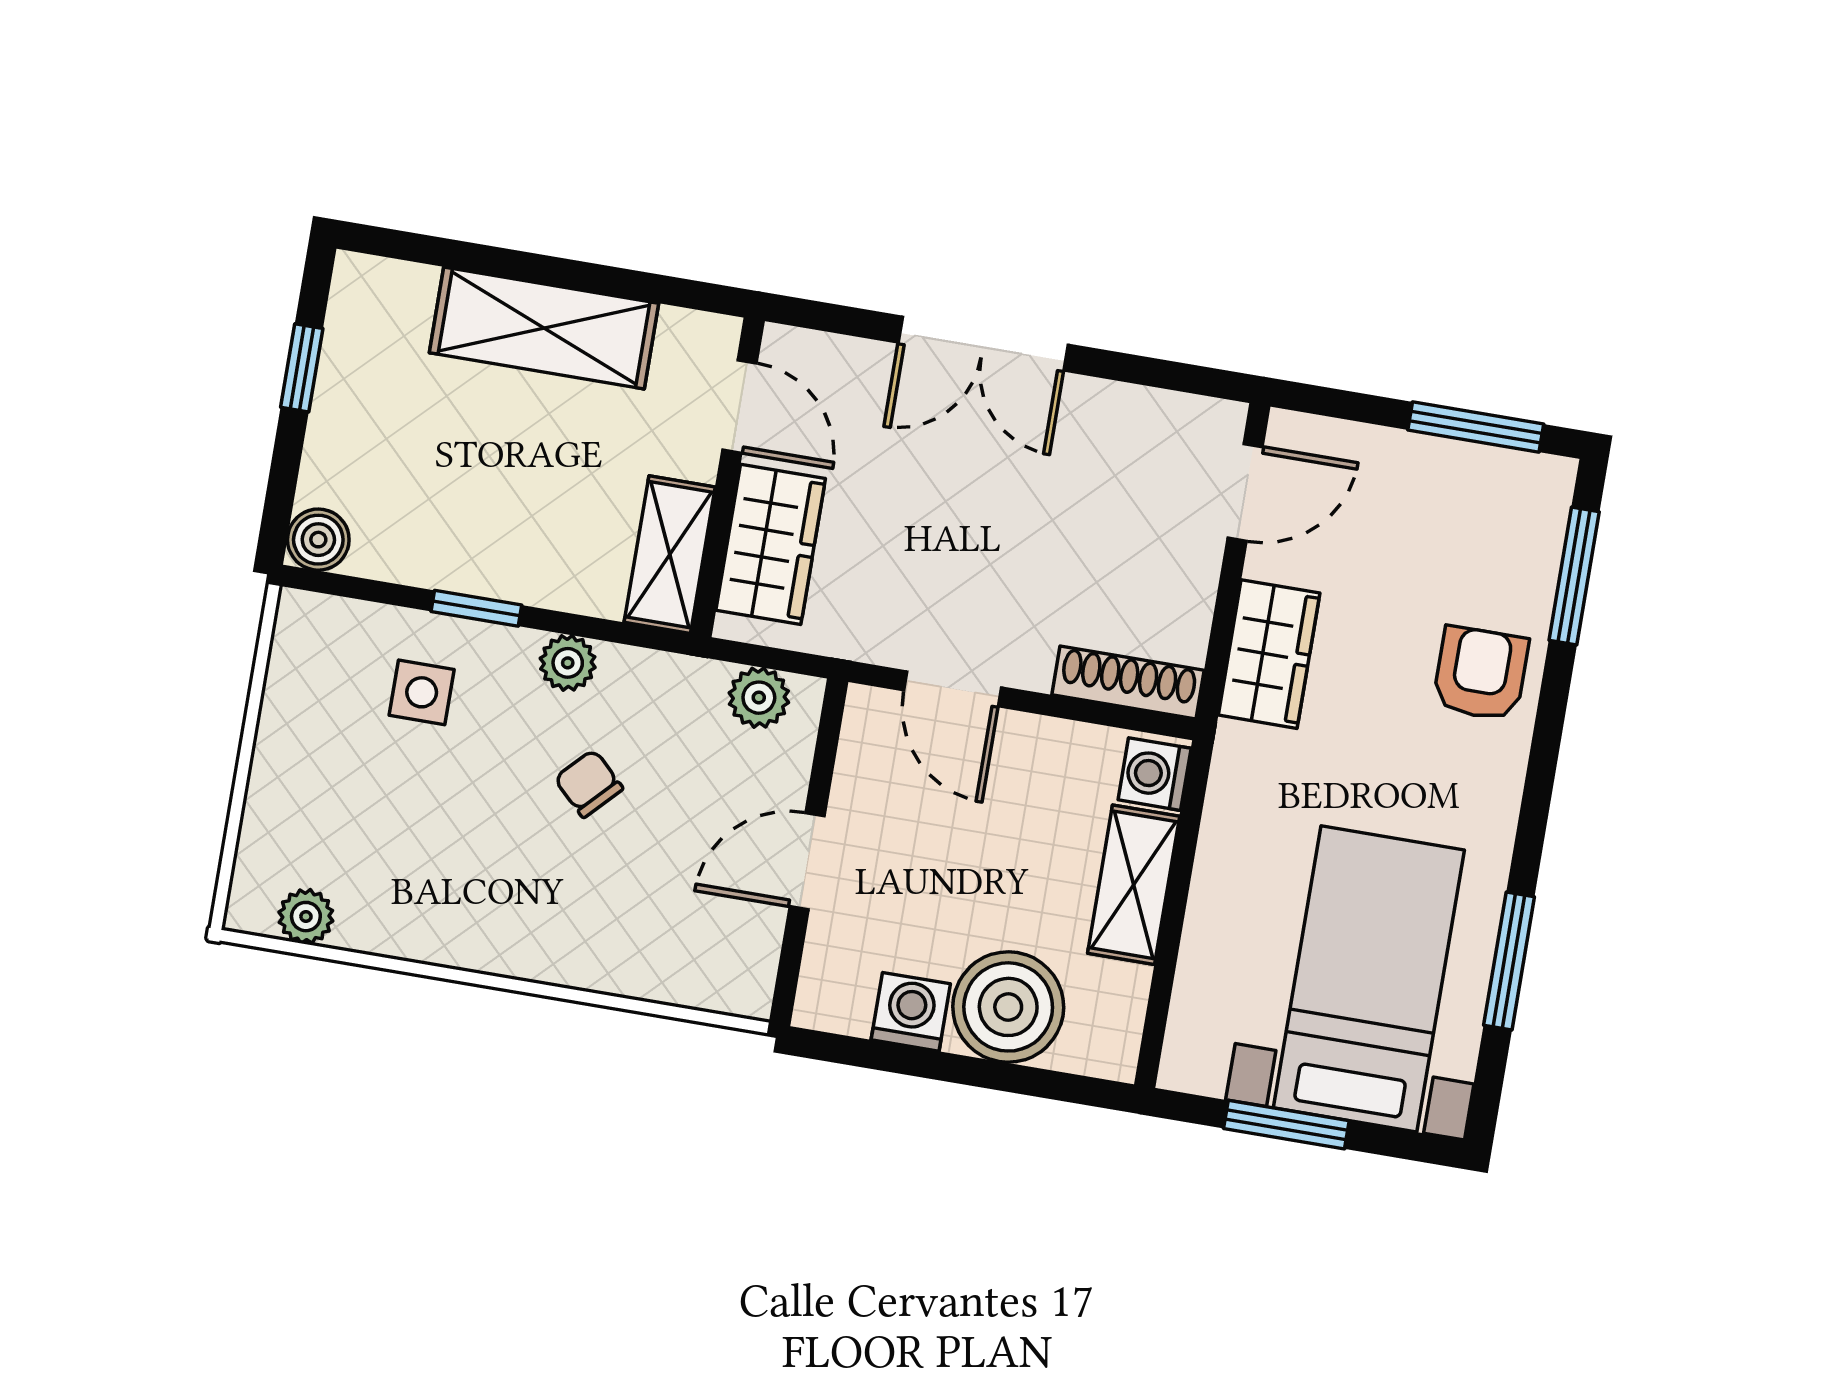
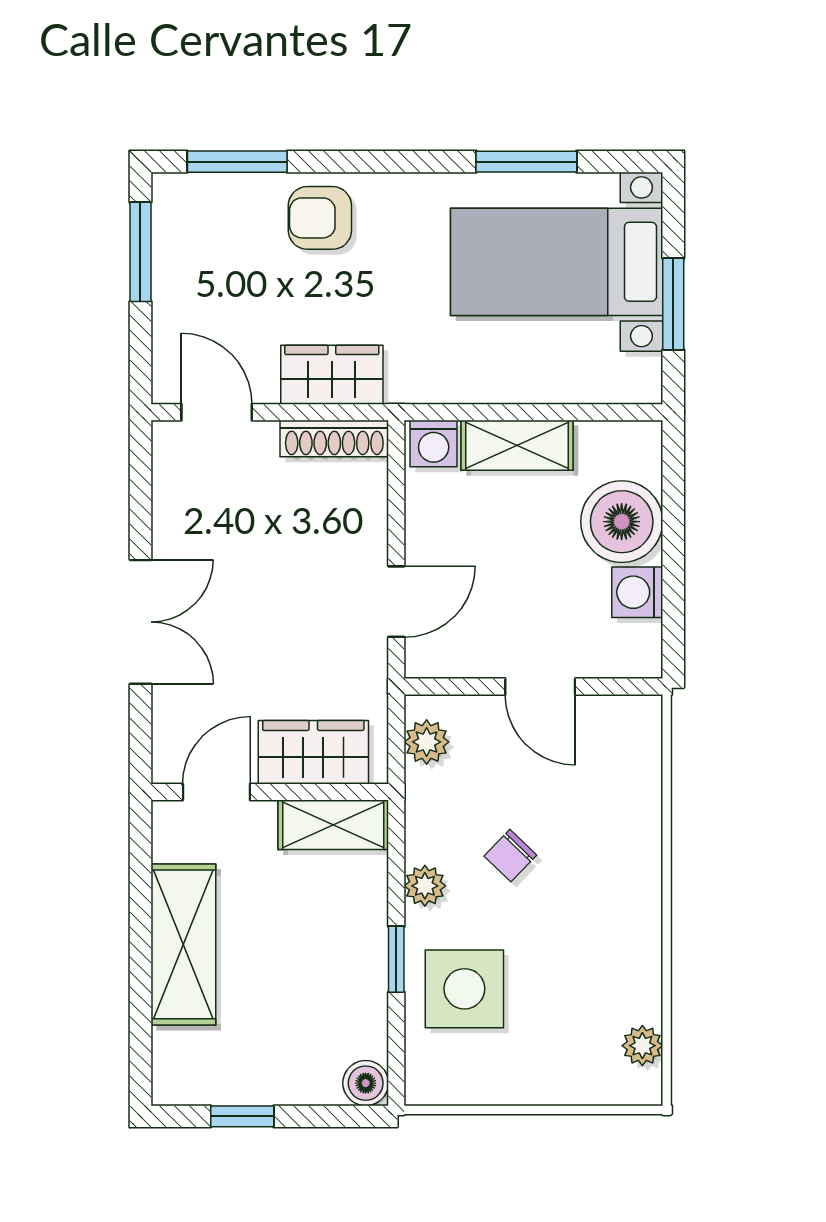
shoe rack: (1128, 683) -> (334, 439), moved, turned -90
side table: (422, 692) -> (464, 989), width x1.87, depth x1.87

